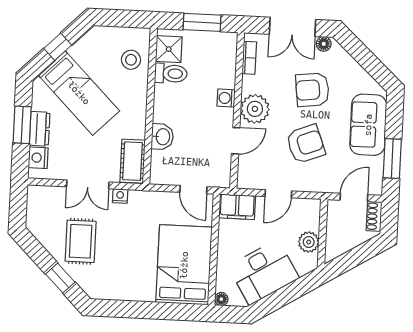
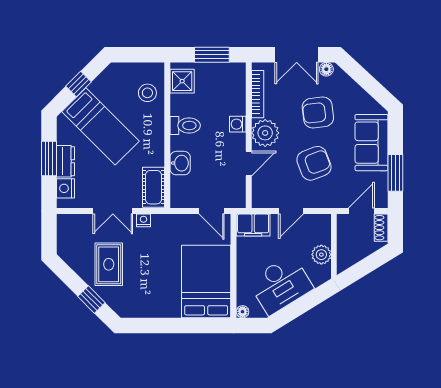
bookcase: (249, 58) -> (258, 94), width x1.56
toilet: (171, 73) -> (185, 126), moved

